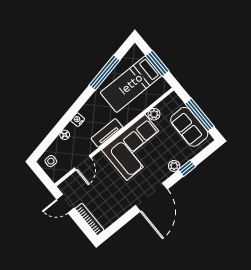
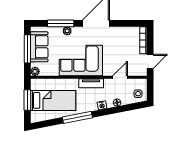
window: (104, 73) -> (77, 117), moved
plant: (154, 114) -> (35, 71), moved
window: (187, 168) -> (61, 23), width x2.17
door: (65, 204) -> (150, 61), hinge flipped

